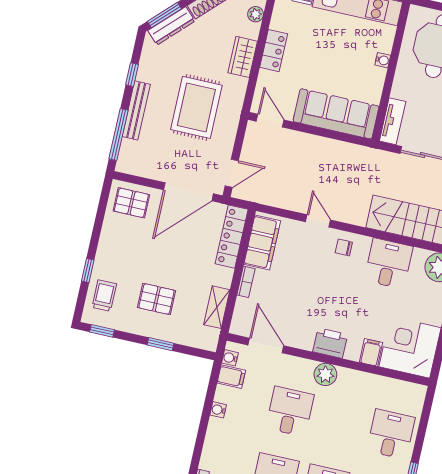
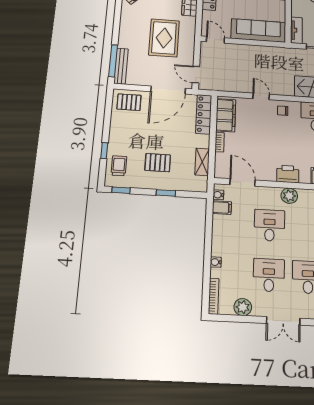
window: (132, 75) -> (117, 24), removed
bench: (136, 110) -> (121, 66), moved
door: (232, 173) -> (196, 75), swing flipped
water cooler: (218, 410) -> (216, 262), moved

